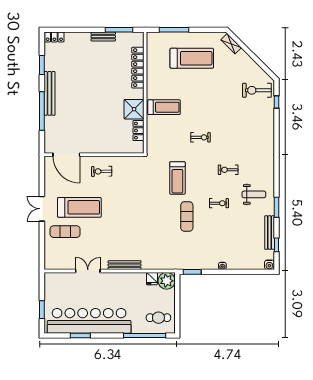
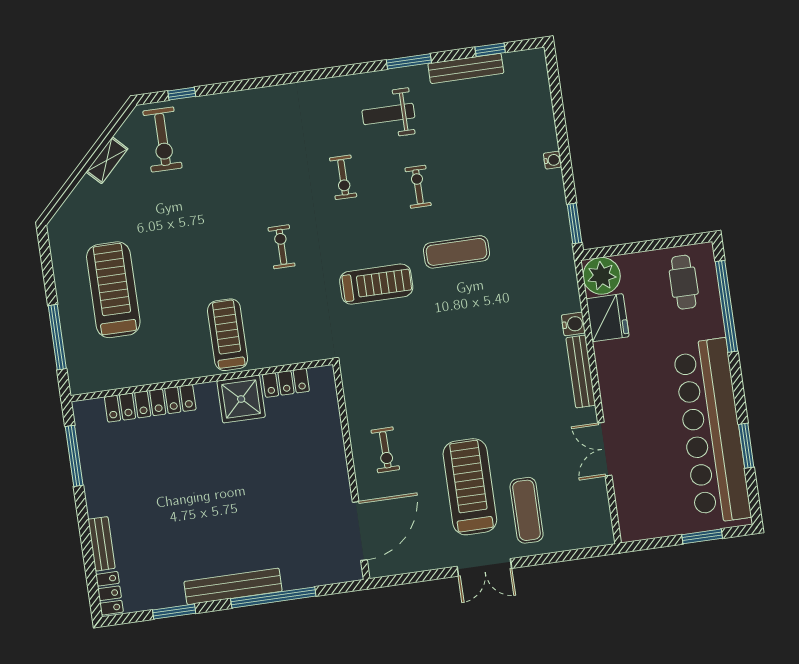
bench: (103, 36) -> (102, 544), moved
shelving: (231, 44) -> (107, 160), moved
weight bench: (254, 194) -> (388, 114), turned -90
water cooler: (269, 265) -> (573, 324), moved
fridge: (152, 279) -> (608, 318), width x1.88, depth x1.34

